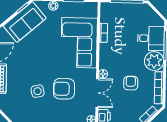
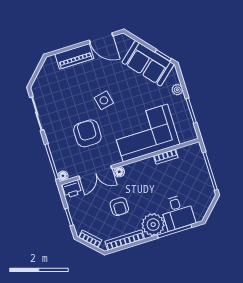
armchair: (131, 83) -> (119, 207), turned 90
side table: (38, 91) -> (104, 100), moved

